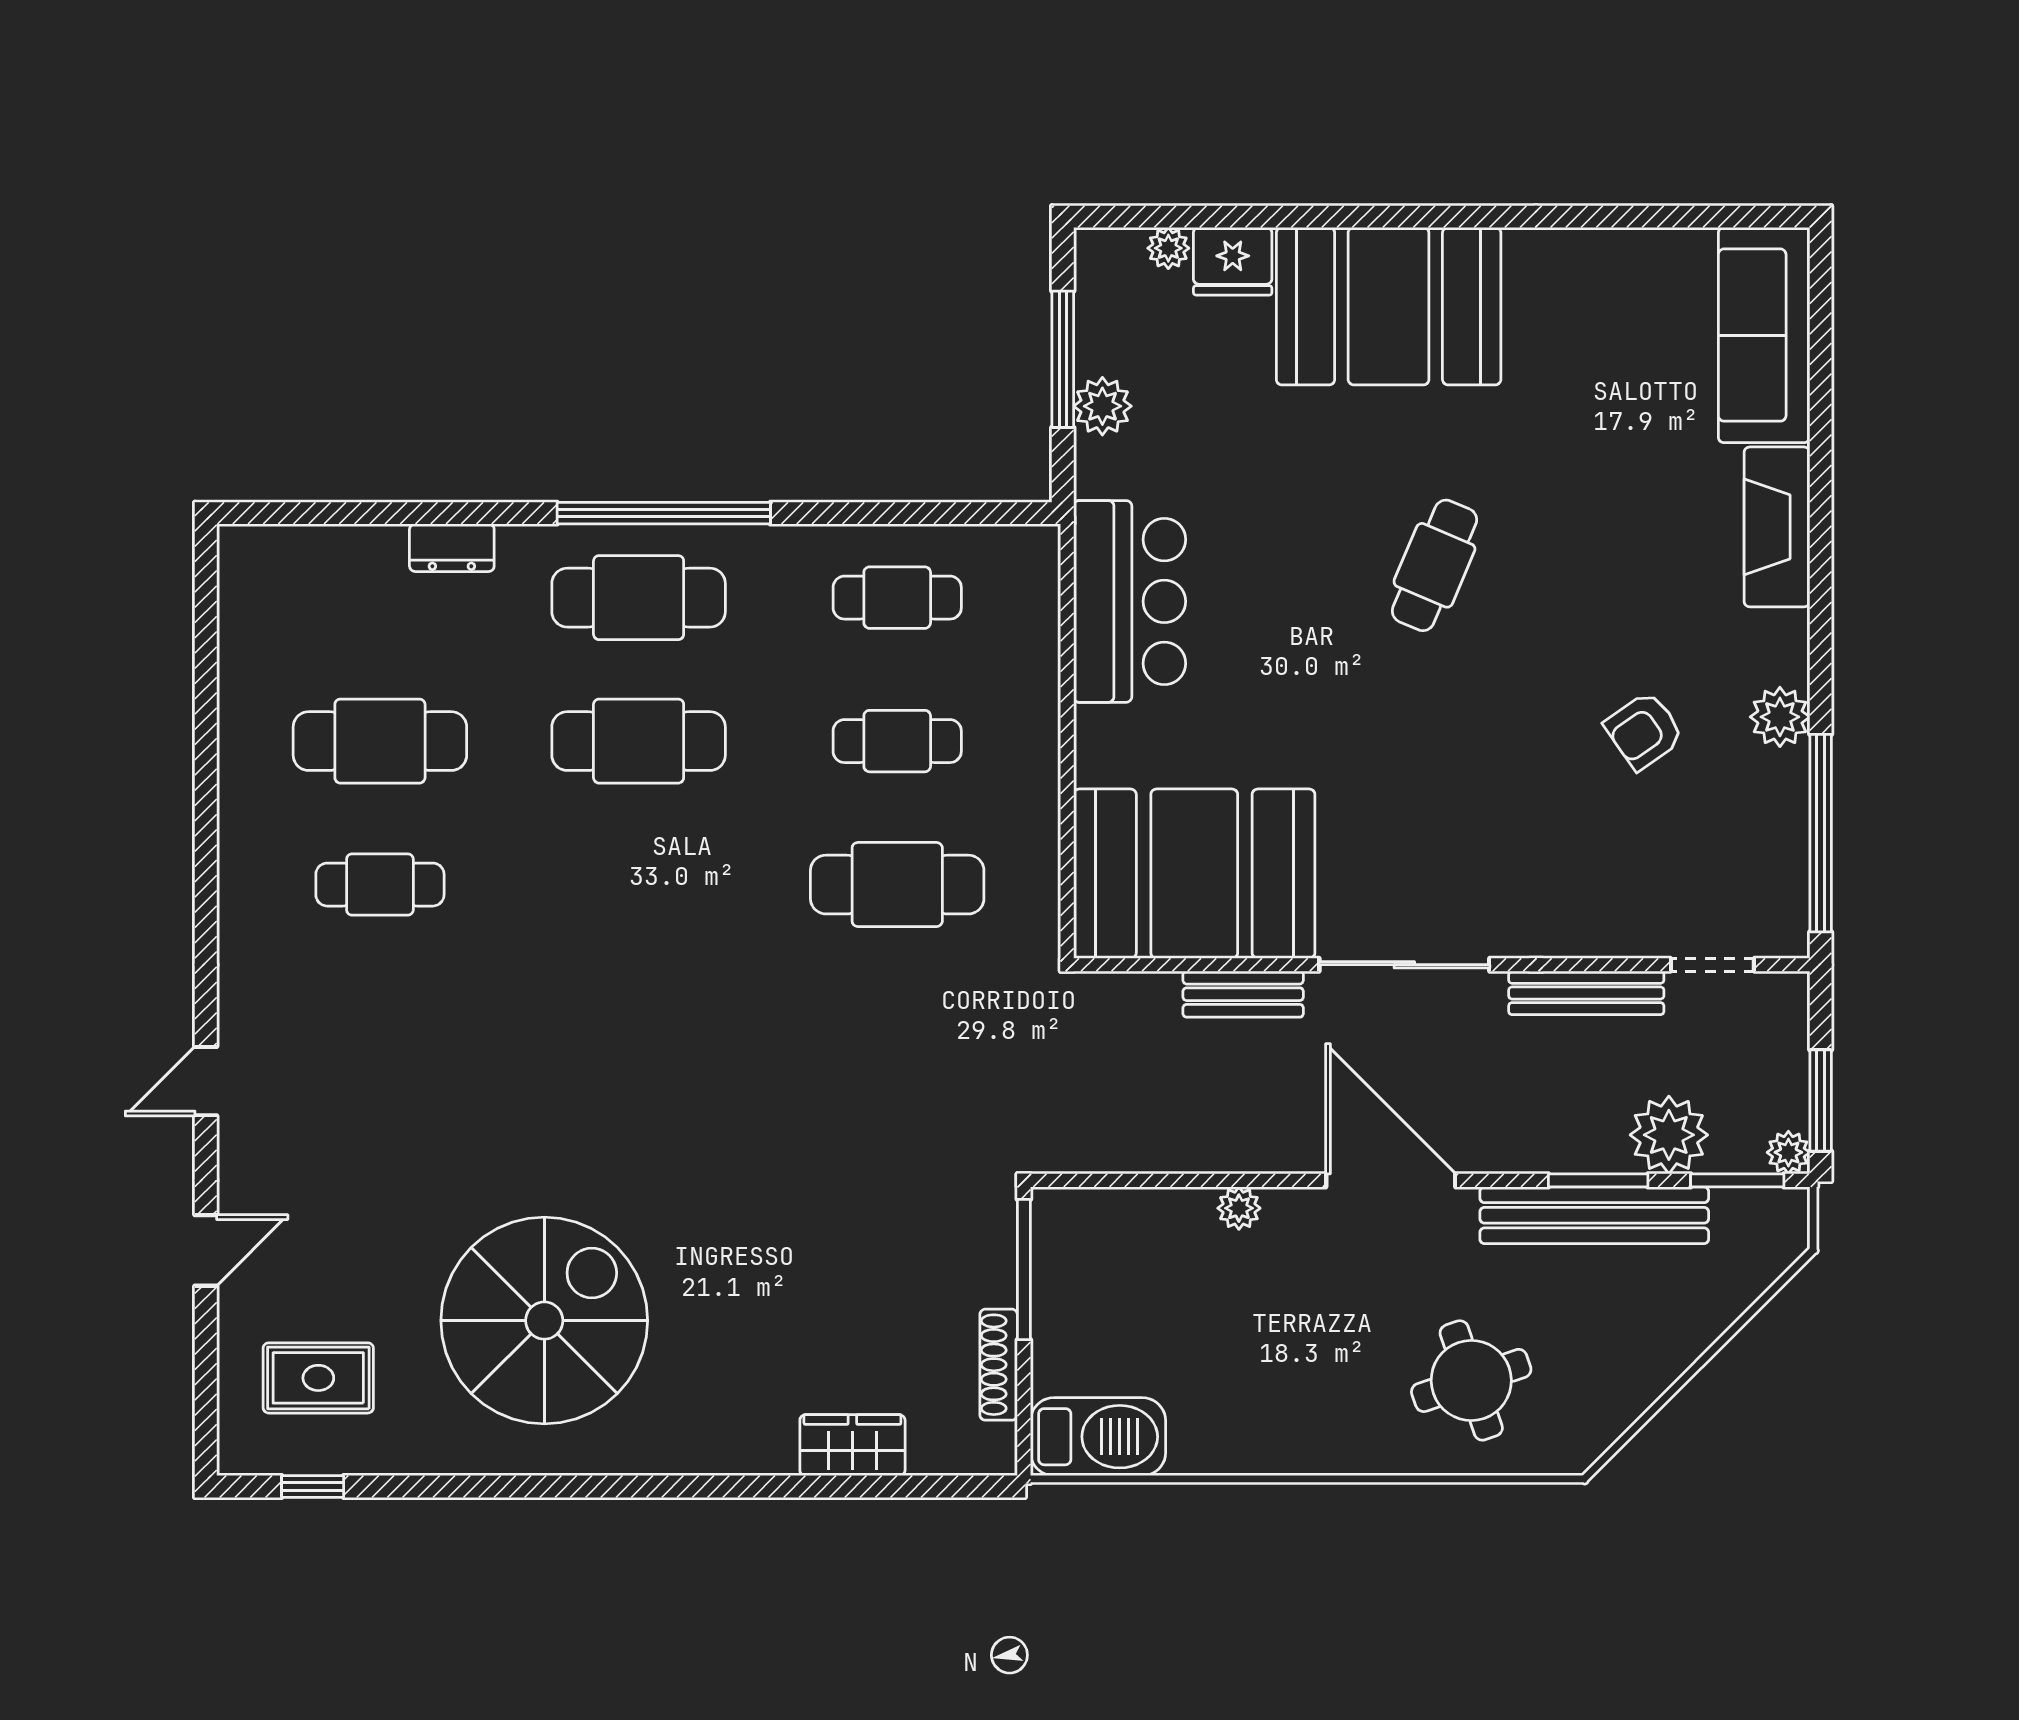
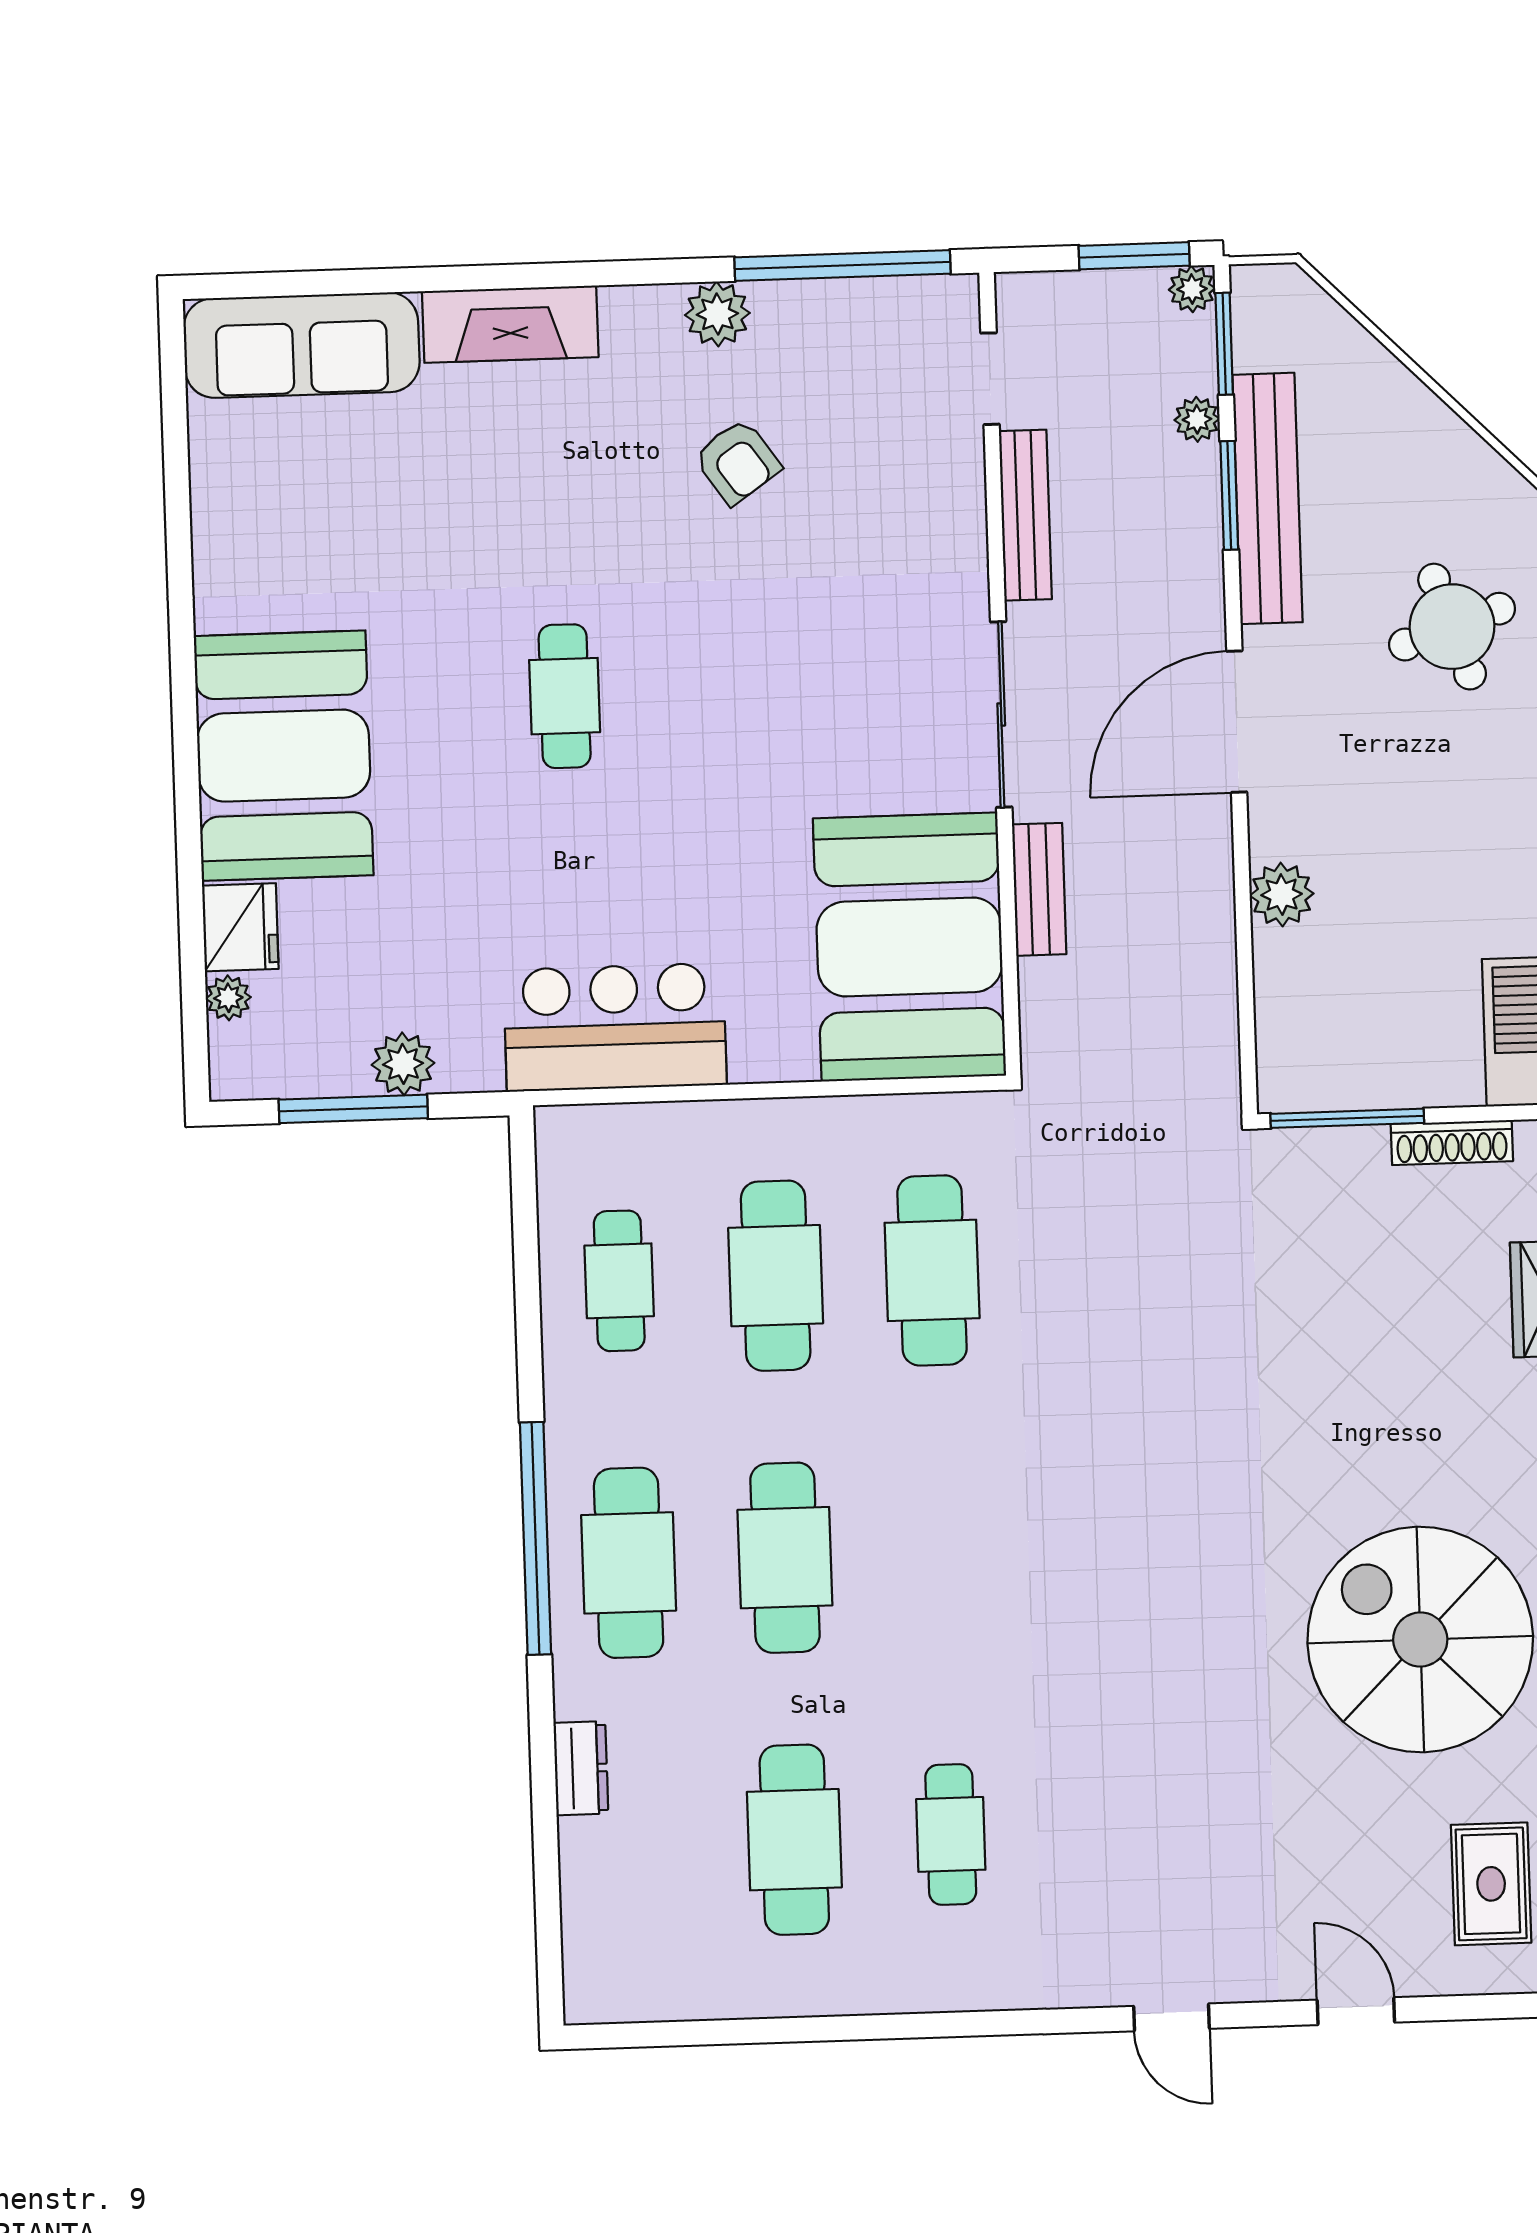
cafe table: (1434, 565) -> (565, 696), turned 67
cafe table: (897, 741) -> (776, 1276), width x1.37, depth x1.35
plant: (1669, 1135) -> (1197, 419), width x0.53, depth x0.53
plant: (1239, 1208) -> (1282, 895), width x1.38, depth x1.38

